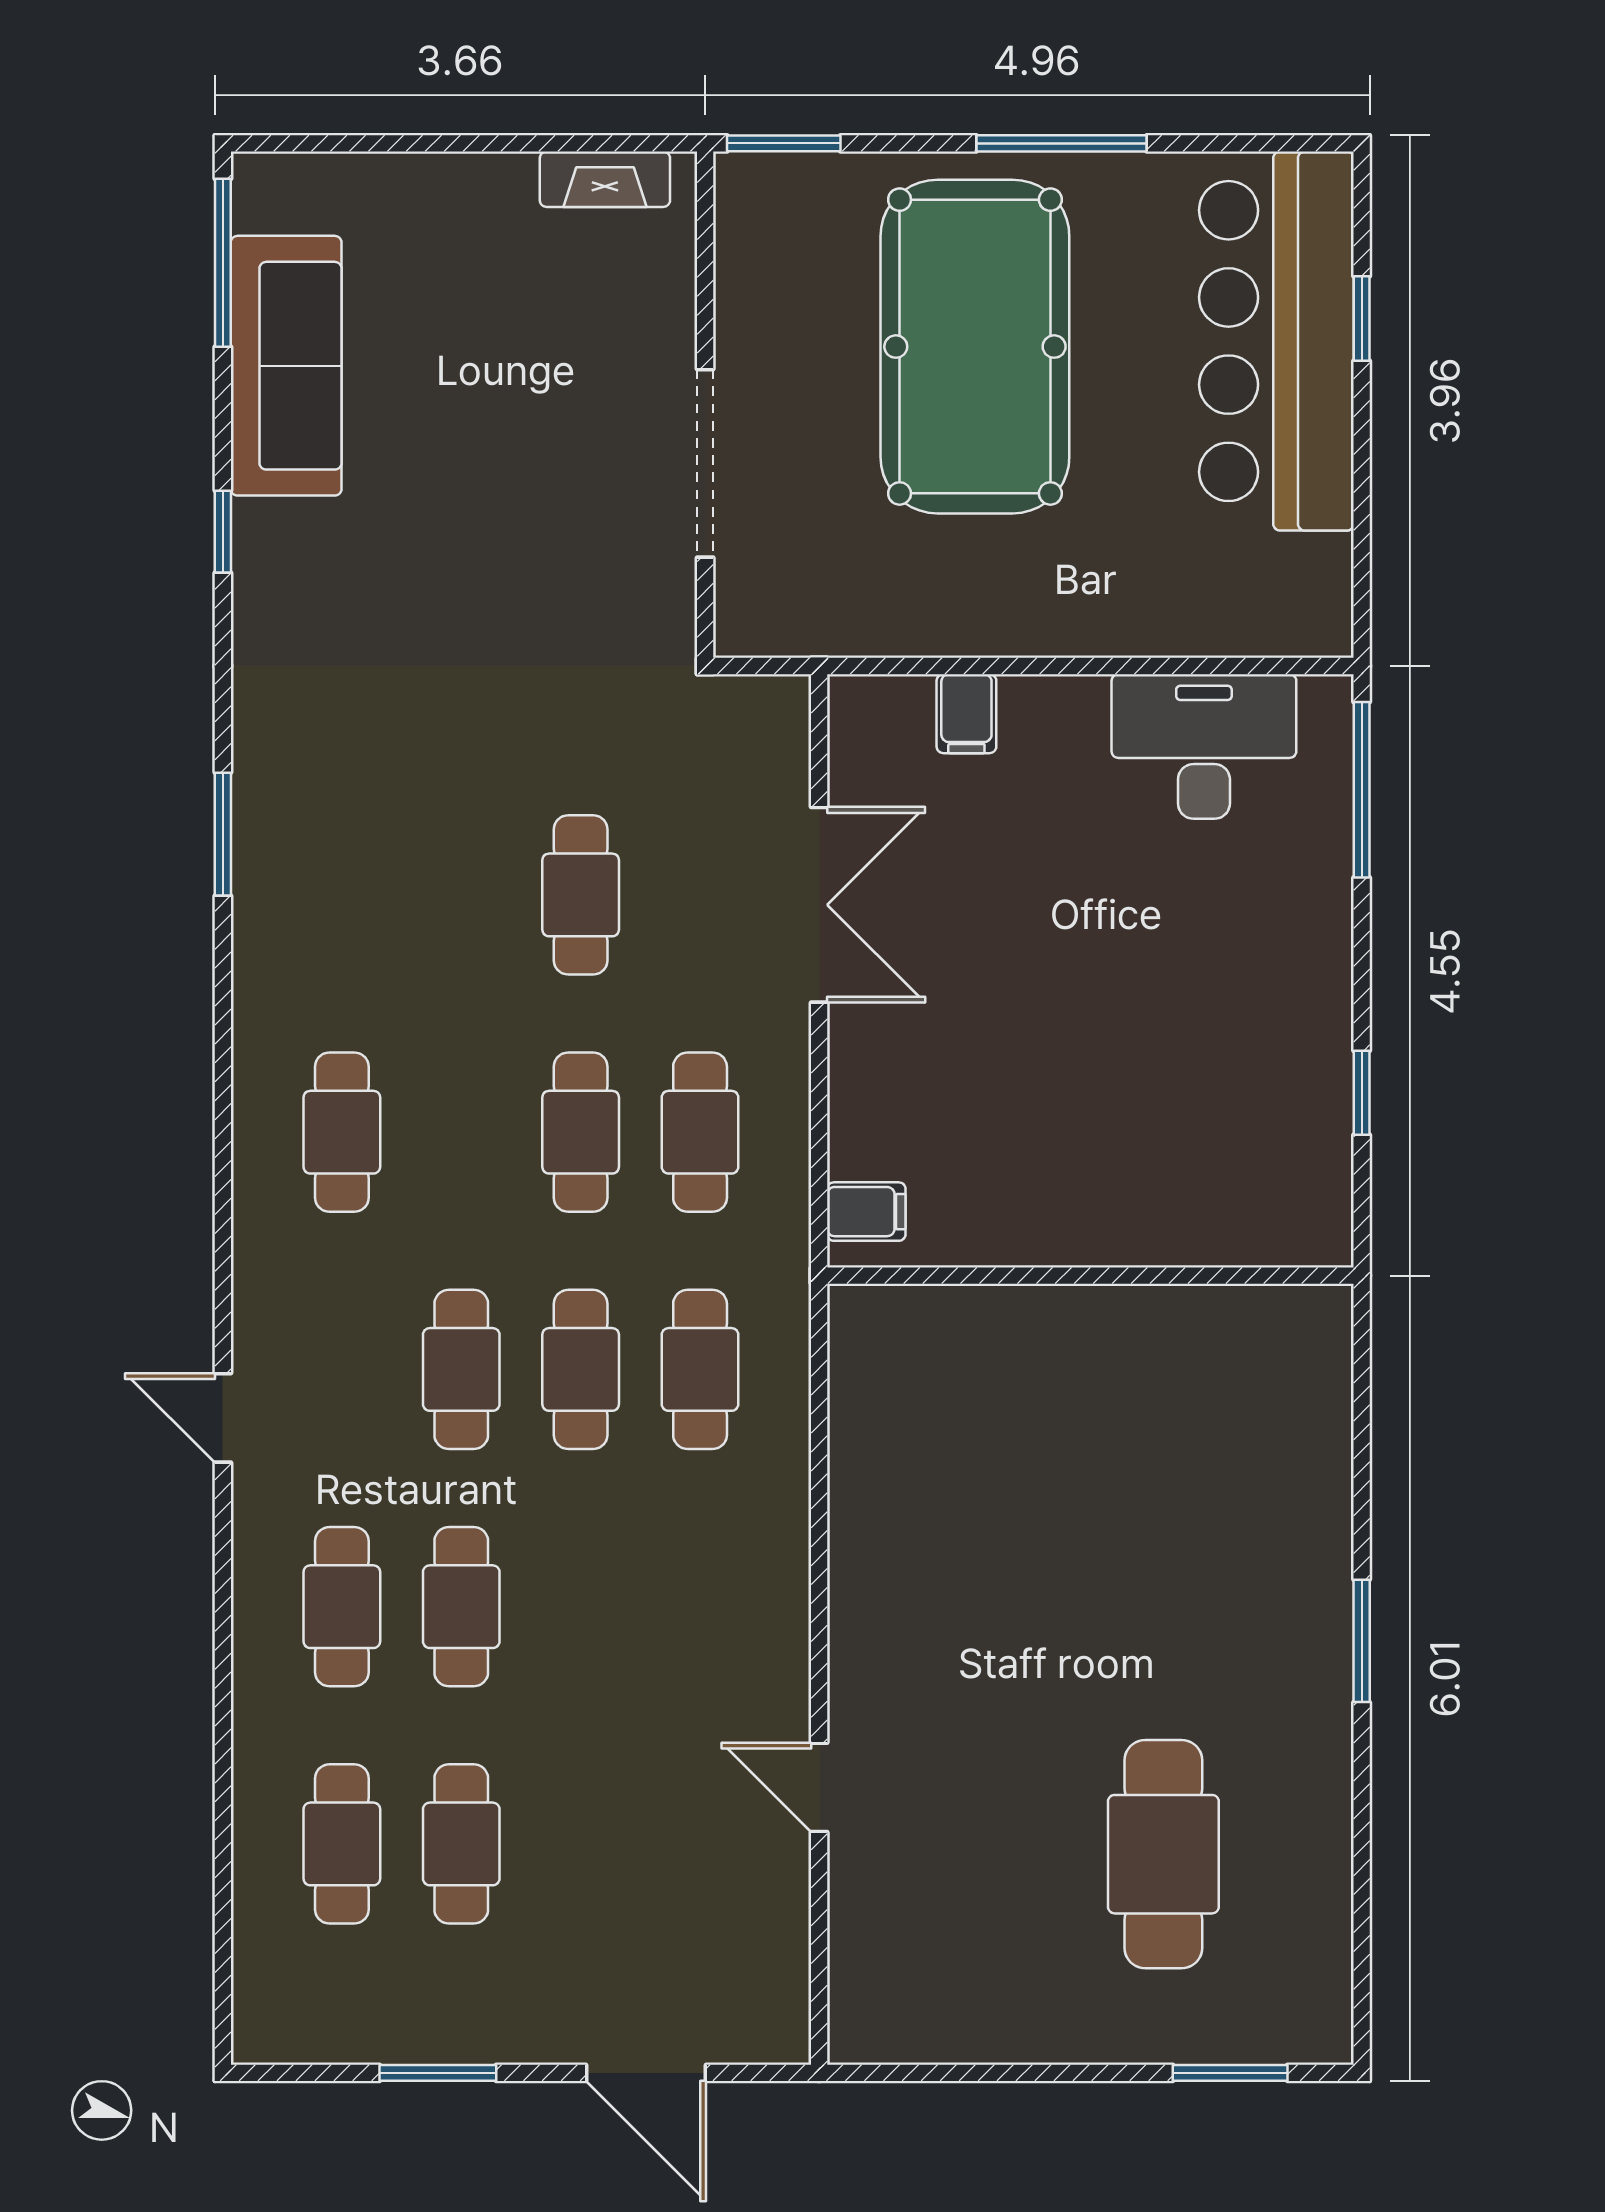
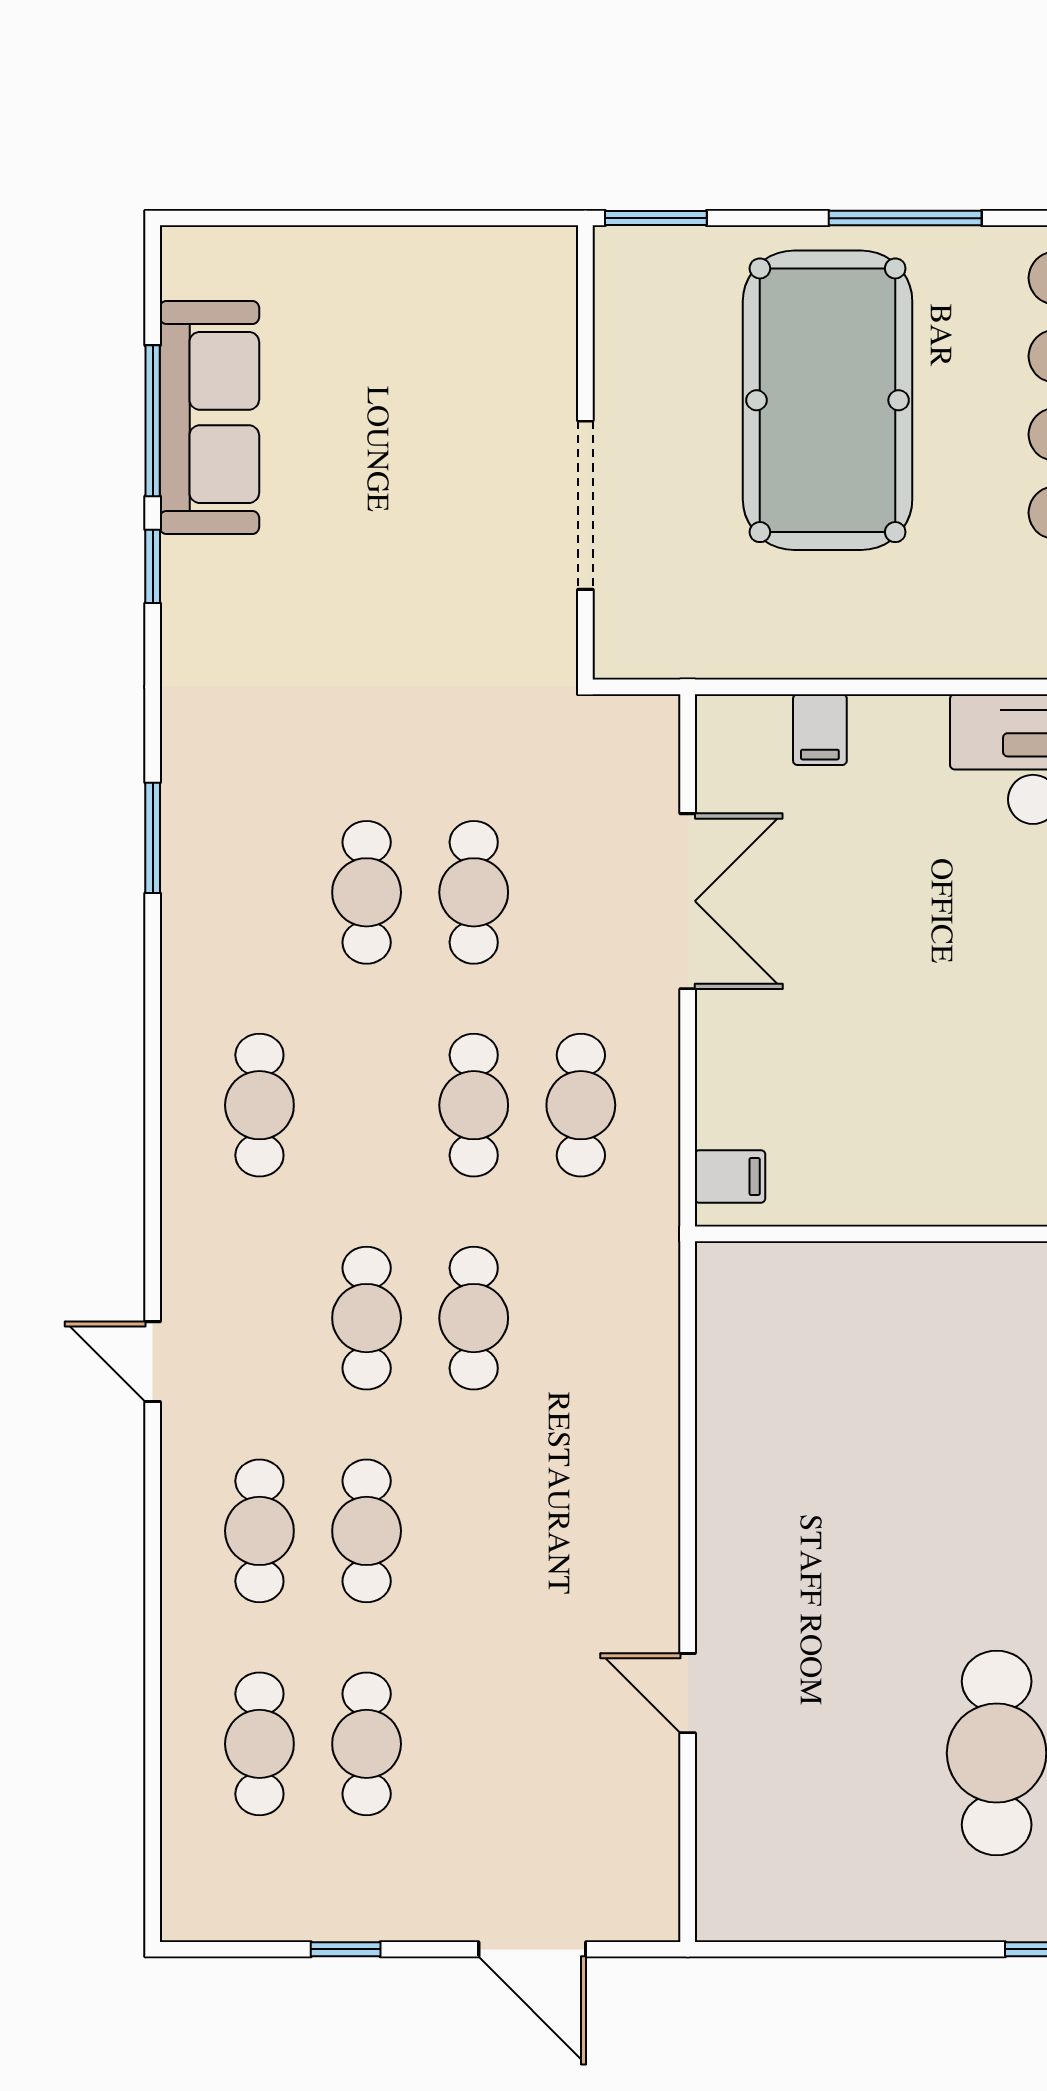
fireplace: (605, 179) -> (496, 250), removed
window: (223, 263) -> (153, 421), moved
cafe table: (700, 1369) -> (367, 892), moved
window: (438, 2073) -> (346, 1949), width x0.67

